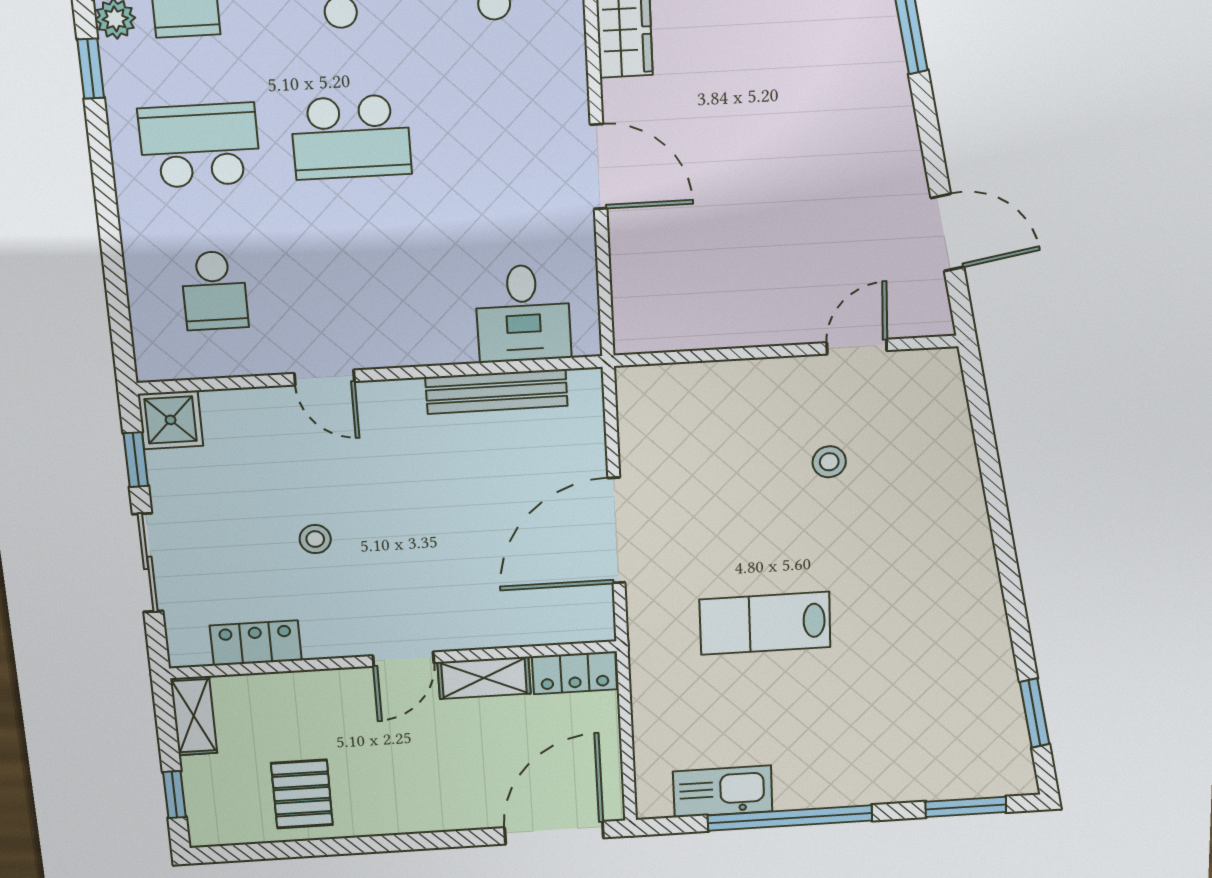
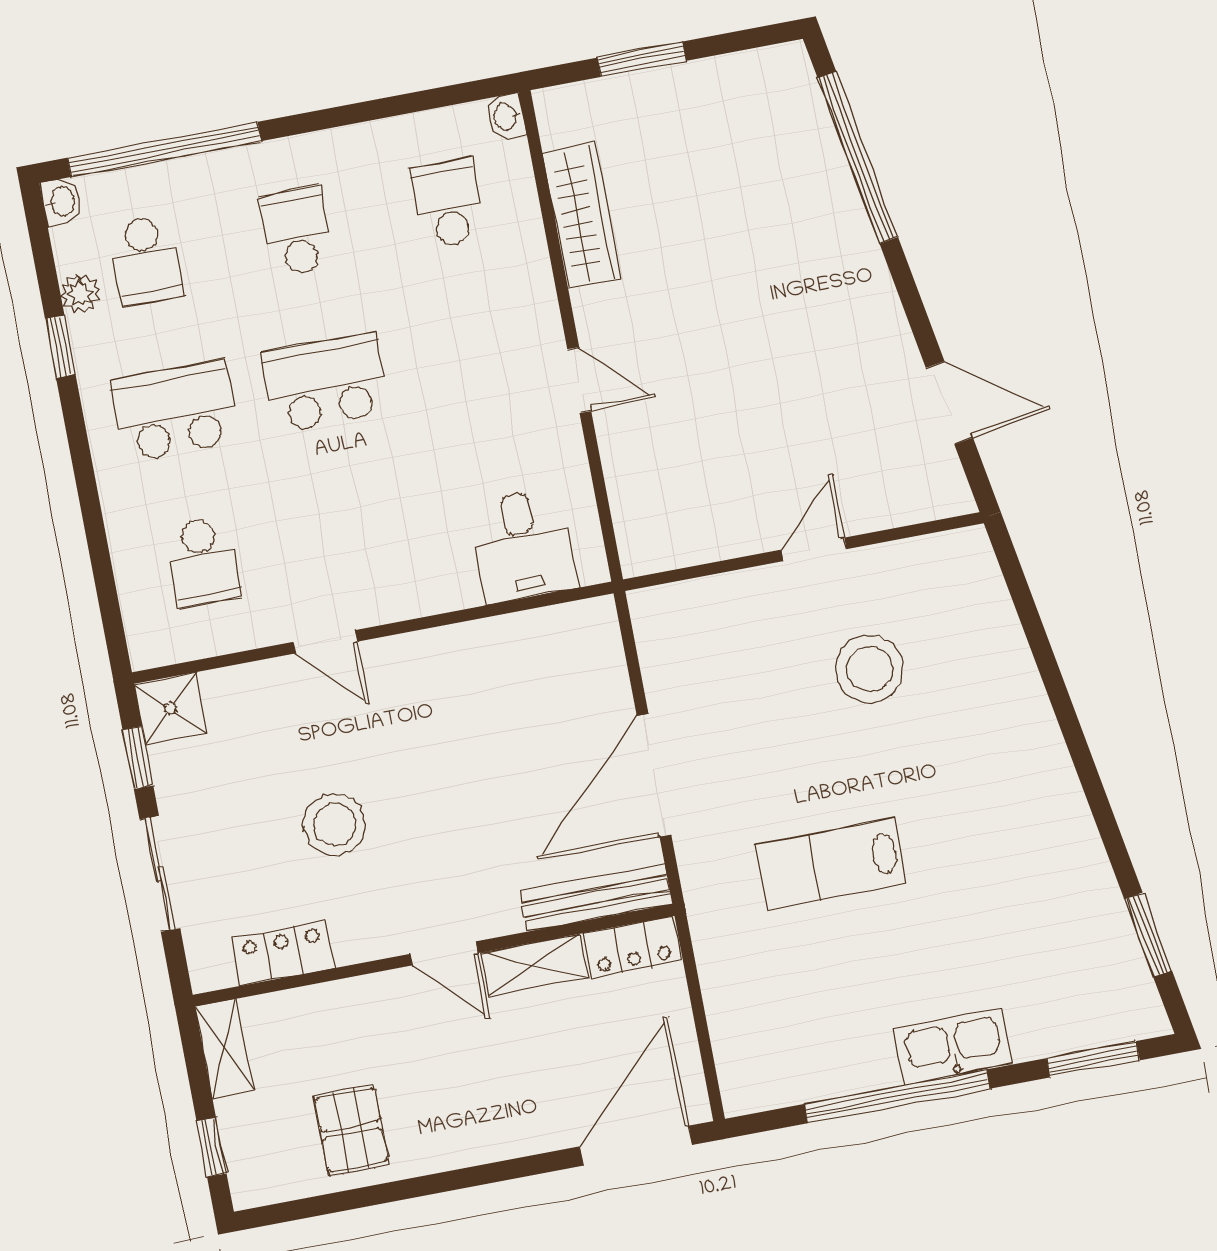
school desk: (351, 137) -> (325, 382), turned 180
door: (599, 167) -> (579, 380), width x0.73
door: (857, 347) -> (814, 549), moved
bench: (496, 392) -> (596, 898), moved
stool: (829, 462) -> (869, 669), width x1.89, depth x1.89
stool: (315, 539) -> (334, 825), width x1.89, depth x1.89
door: (403, 659) -> (444, 953), hinge flipped
kitchen sink: (723, 791) -> (953, 1046), moved

